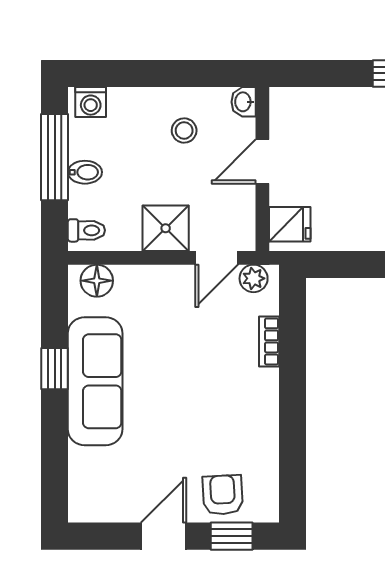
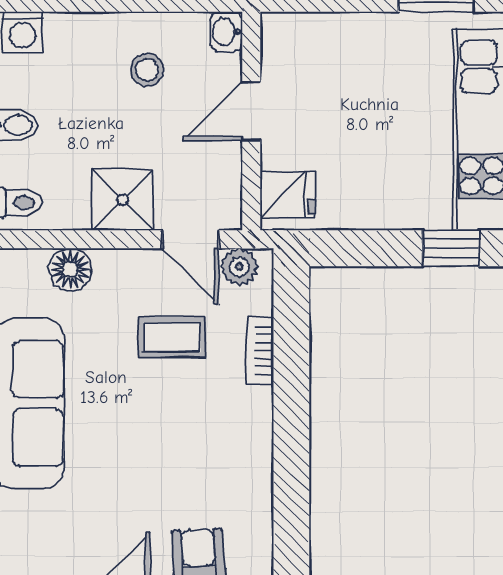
door: (217, 258) -> (190, 239), hinge flipped
floor lamp: (97, 281) -> (70, 270), moved
coffee table: (203, 332) -> (172, 337), added

